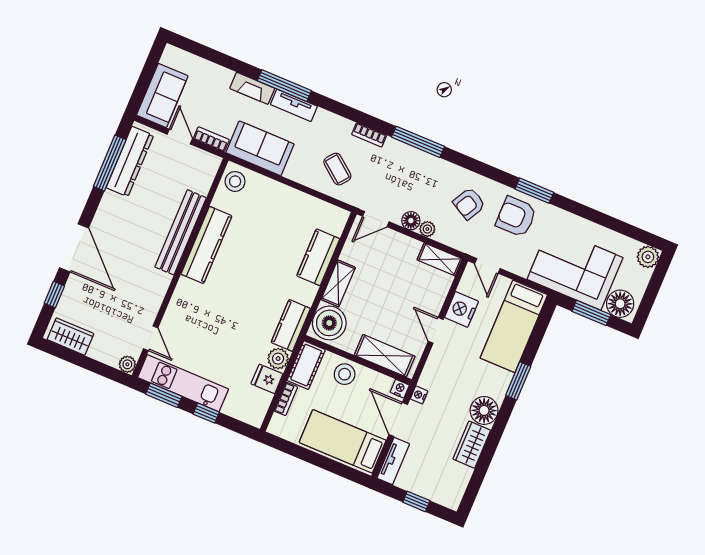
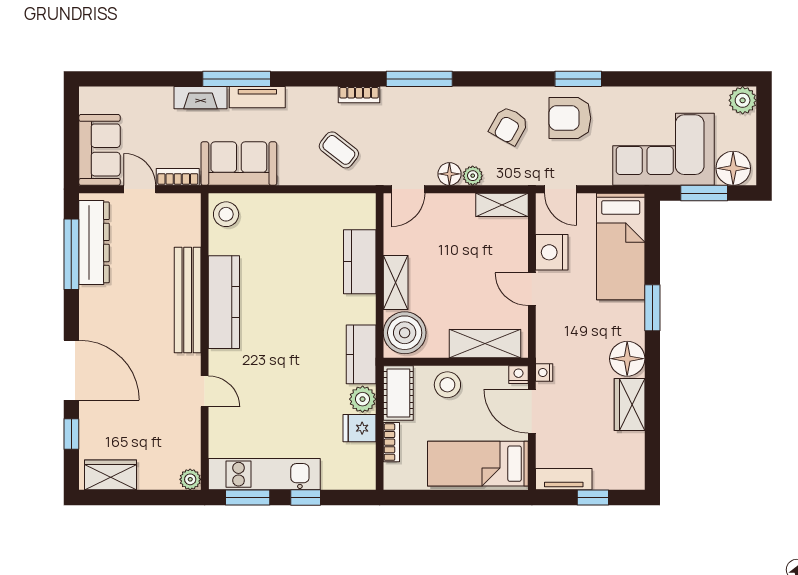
door: (151, 338) -> (205, 391), moved
tv unit: (393, 461) -> (564, 479), moved, turned -90

